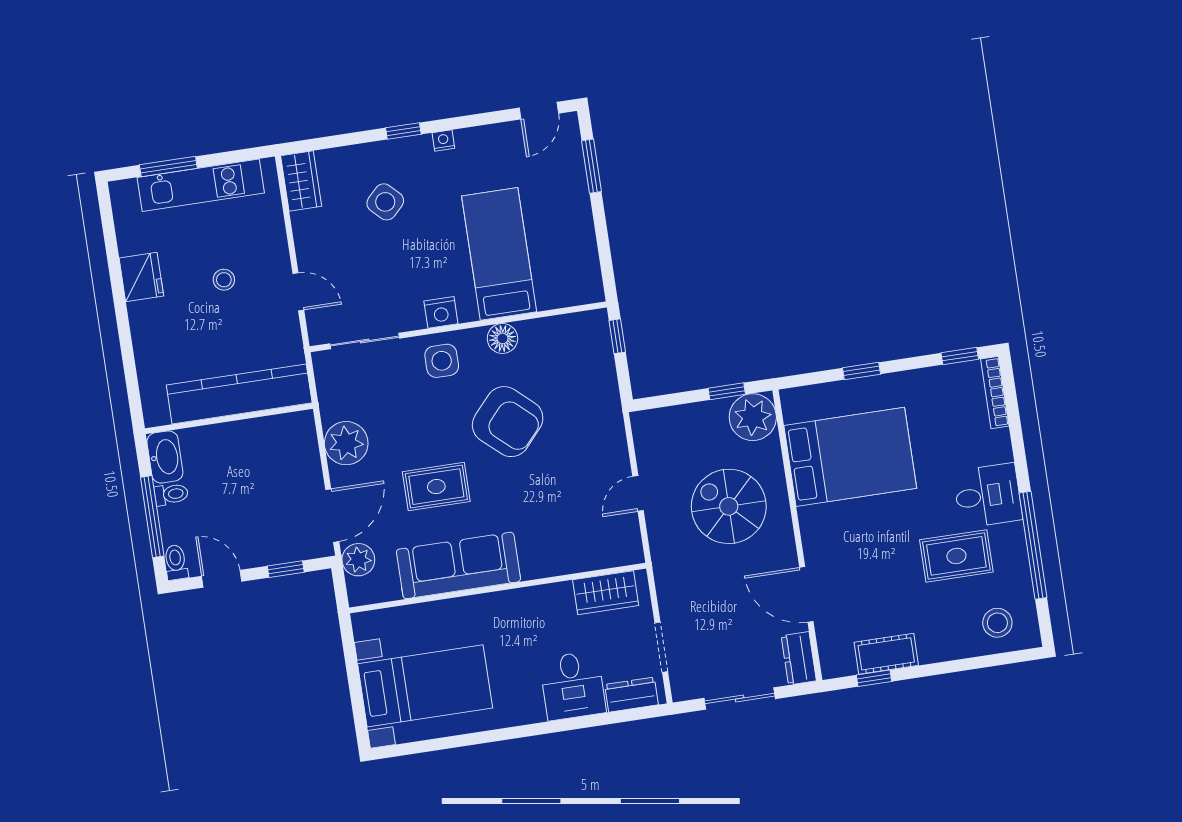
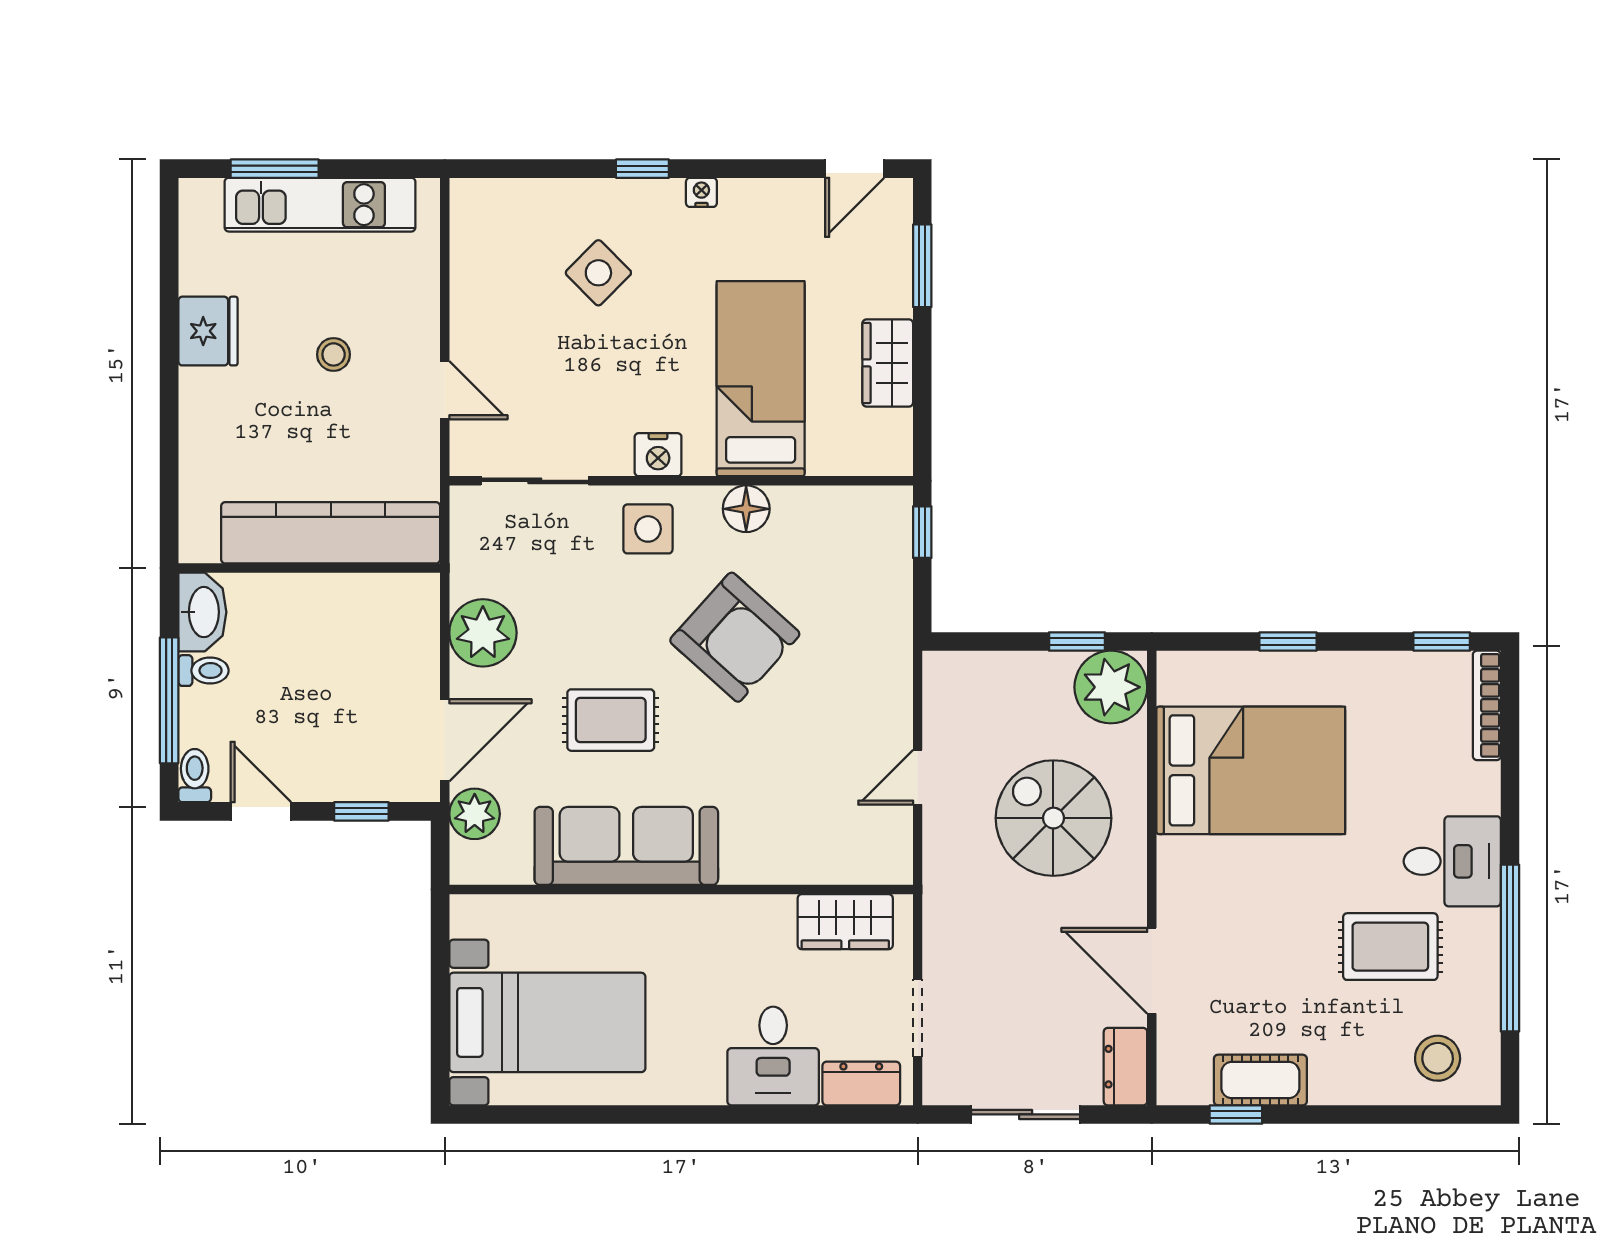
wardrobe: (301, 181) -> (888, 363), moved, turned 180

